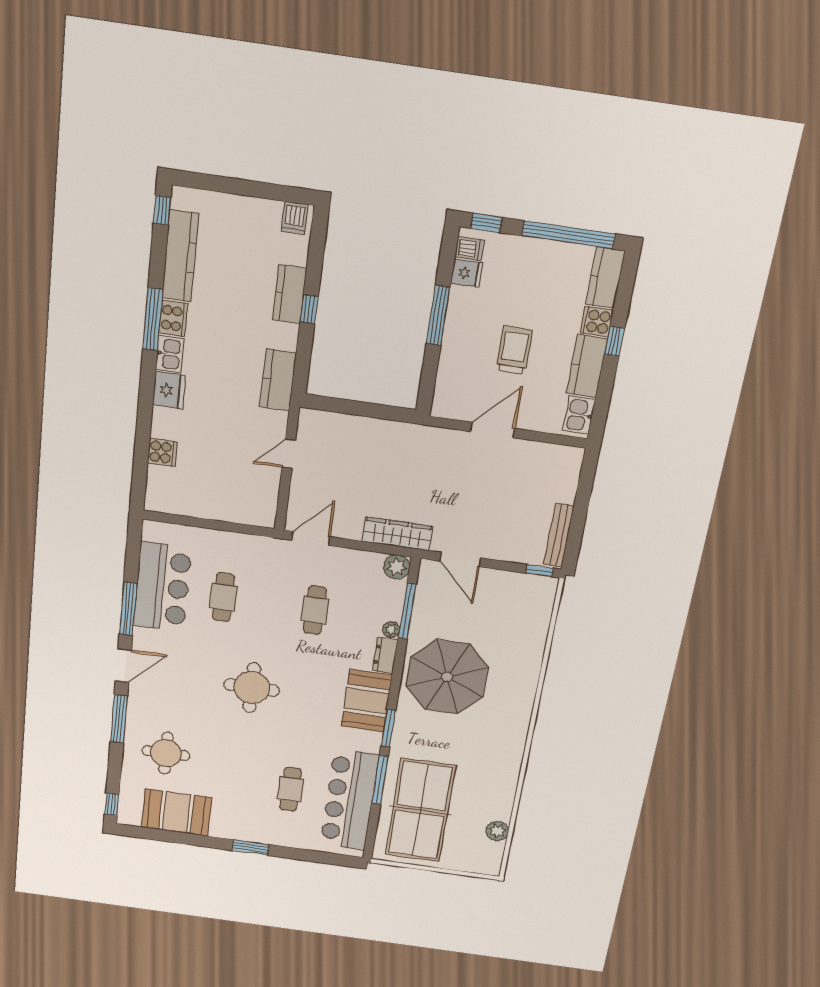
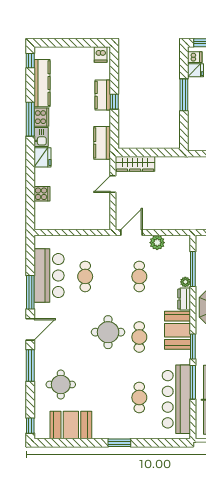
wardrobe: (397, 534) -> (135, 164), moved, turned 180
plant: (397, 567) -> (157, 243), moved
cafe table: (302, 702) -> (139, 337), added

